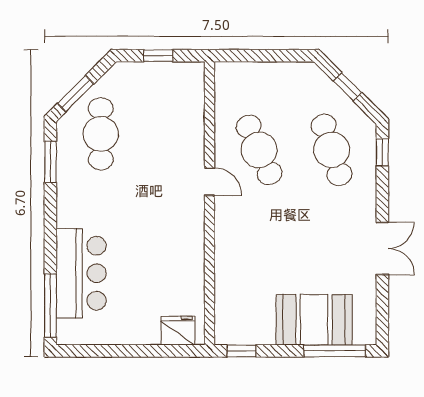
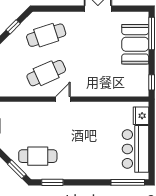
window: (382, 152) -> (47, 9), removed
bar counter: (81, 273) -> (135, 149), moved, turned -90

